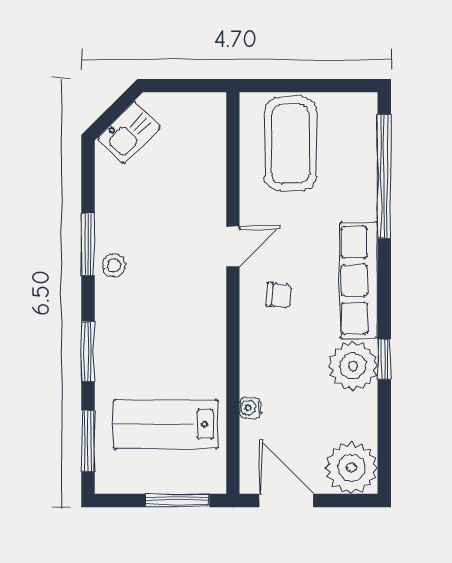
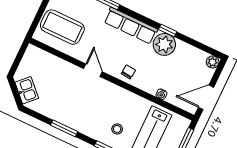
stool: (114, 265) -> (117, 129), moved
chair: (279, 295) -> (128, 72), moved
plant: (352, 468) -> (213, 62), width x0.53, depth x0.53

